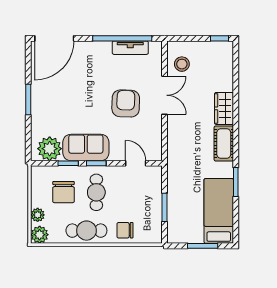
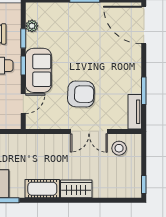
window: (122, 38) -> (144, 91), width x0.47
tv unit: (130, 48) -> (135, 112), moved
sofa: (86, 147) -> (38, 70), moved
plant: (50, 149) -> (32, 26), width x0.53, depth x0.53

